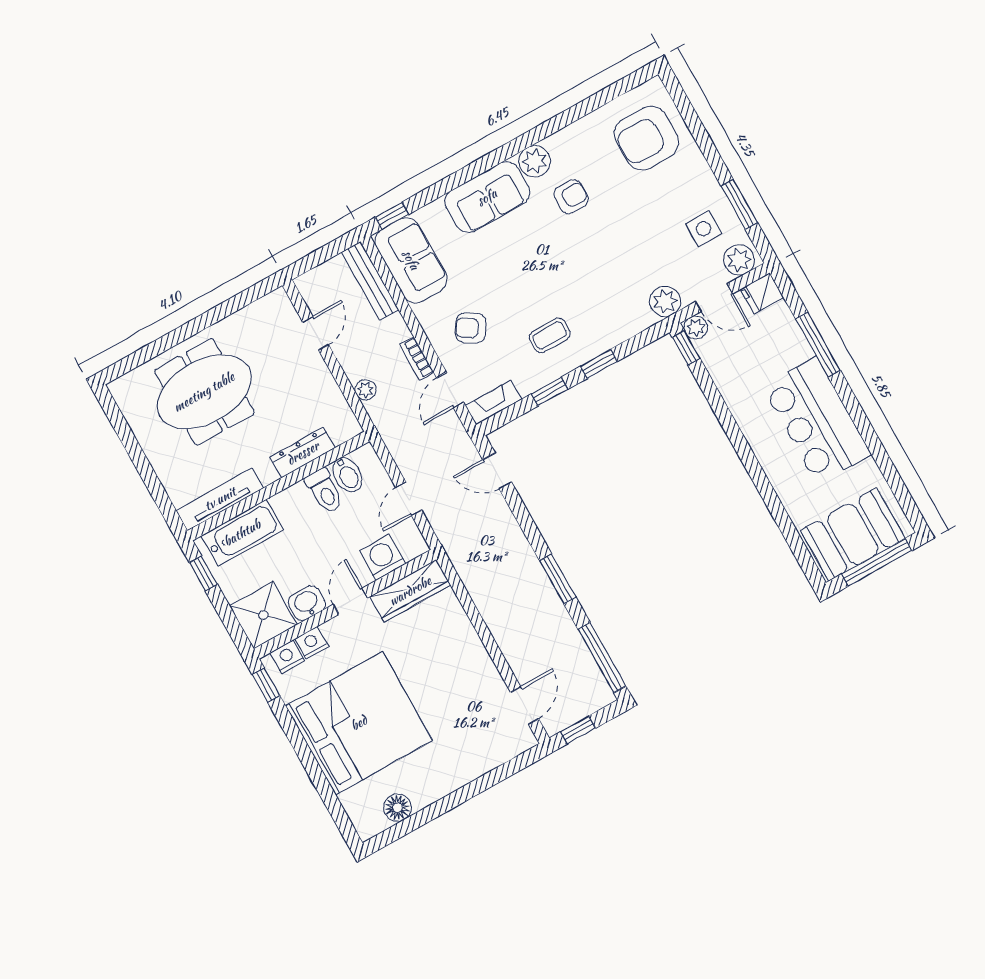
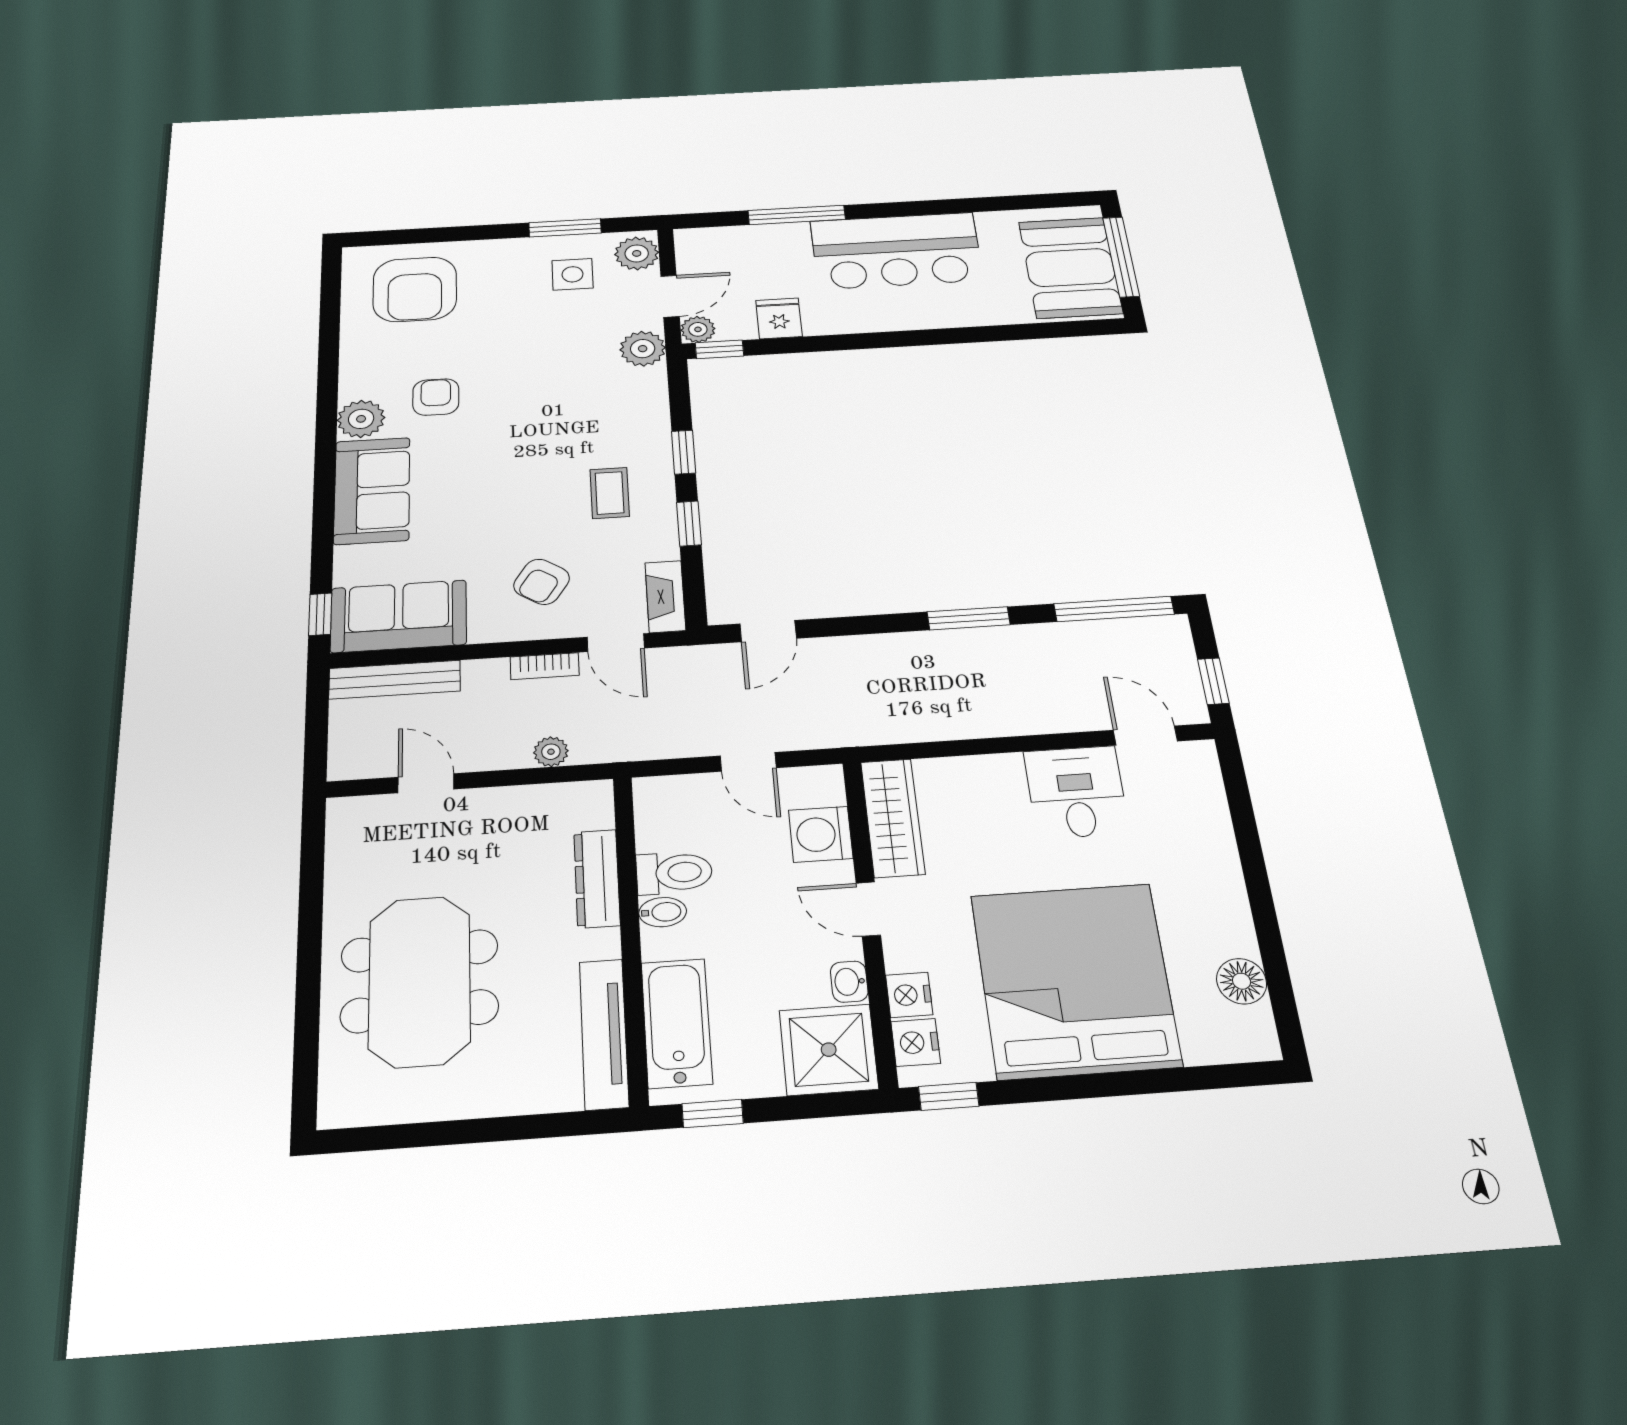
fridge: (762, 293) -> (779, 318), moved, turned 180
bidet: (347, 475) -> (663, 912), moved, width x0.72, depth x0.74
washbasin: (307, 603) -> (849, 982), width x0.72, depth x0.69
desk: (471, 682) -> (1076, 792), added

